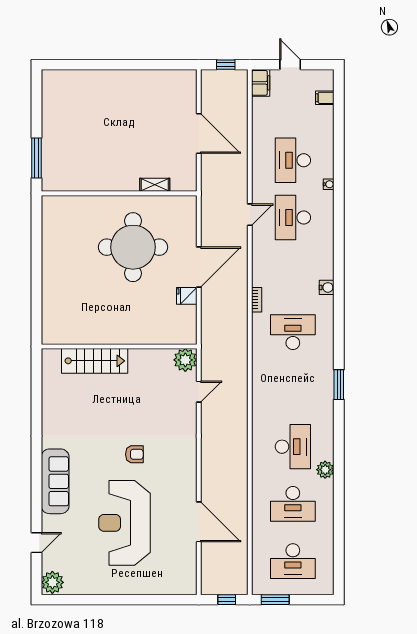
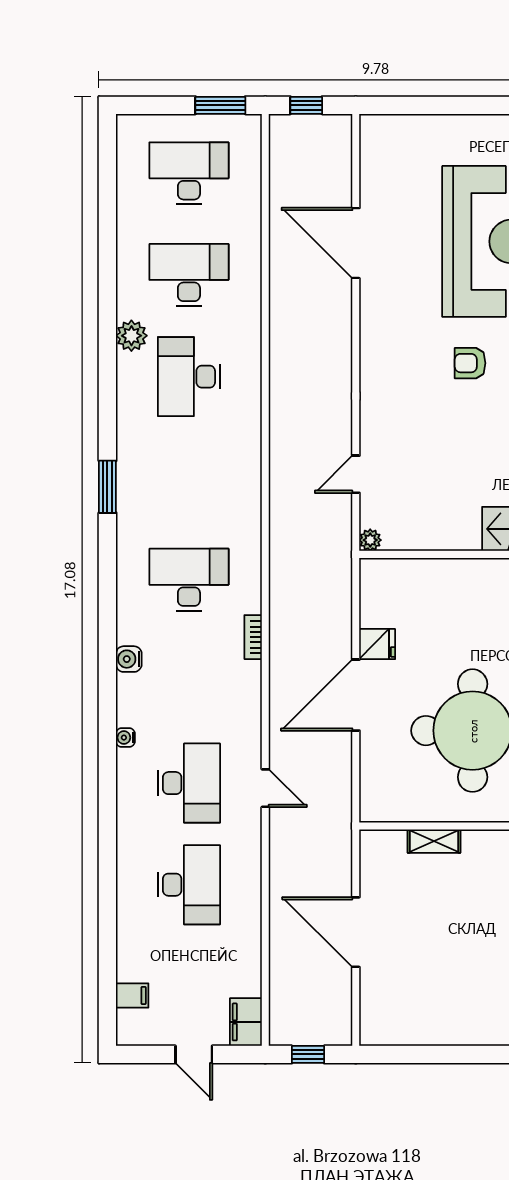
water cooler: (329, 184) -> (125, 738), moved
door: (250, 215) -> (265, 788), swing flipped
desk: (293, 332) -> (189, 580), turned 180
plant: (185, 360) -> (370, 540), width x0.53, depth x0.53

